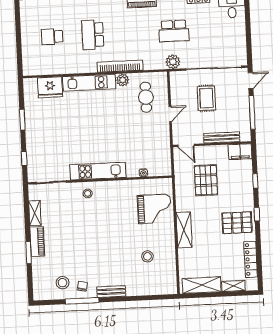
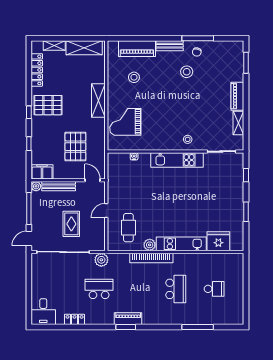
plant: (246, 136) -> (36, 186), added
window: (29, 253) -> (246, 63), moved
stool: (63, 283) -> (187, 72), moved
piano: (146, 287) -> (137, 49), added

